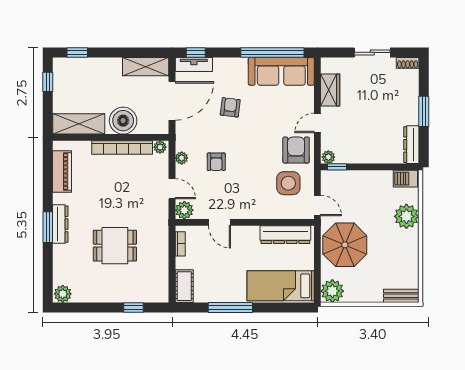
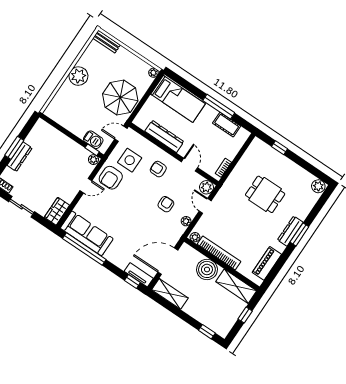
window: (48, 82) -> (245, 315), moved
wardrobe: (330, 90) -> (57, 211), moved
armchair: (230, 107) -> (158, 169), moved, turned 83
dresser: (411, 145) -> (20, 157), moved
barbecue: (405, 179) -> (93, 140), moved
door: (317, 206) -> (121, 134), hinge flipped
plant: (406, 216) -> (78, 76), moved
dresser: (285, 235) -> (164, 136), moved
cot: (184, 286) -> (227, 125), moved, turned 90
plant: (332, 291) -> (153, 73), width x0.53, depth x0.53

